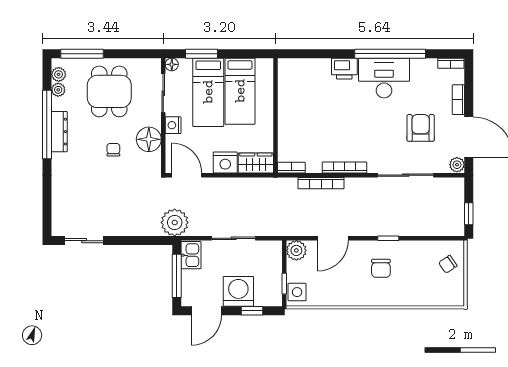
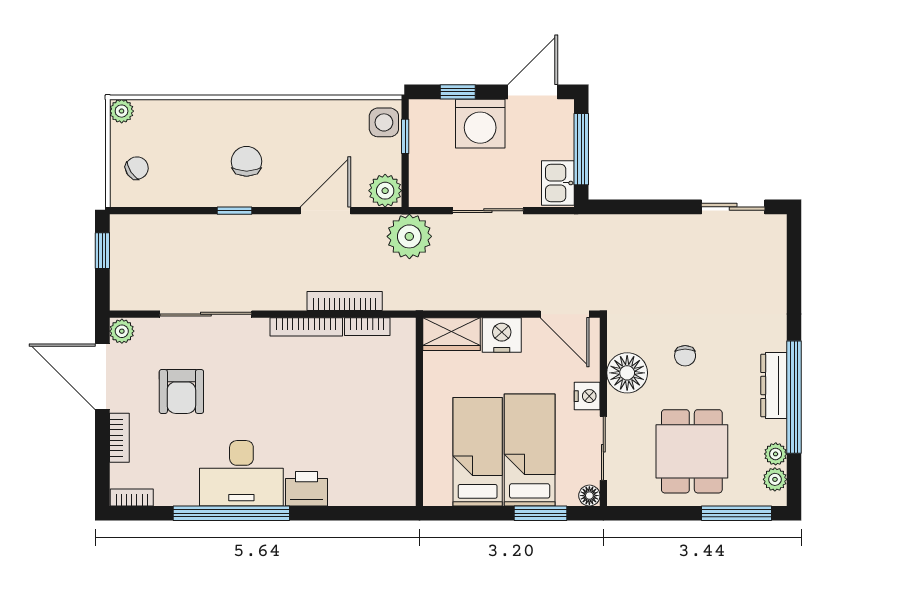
bookcase: (291, 168) -> (367, 327), moved
plant: (175, 222) -> (409, 236), moved
plant: (457, 299) -> (122, 111), added

